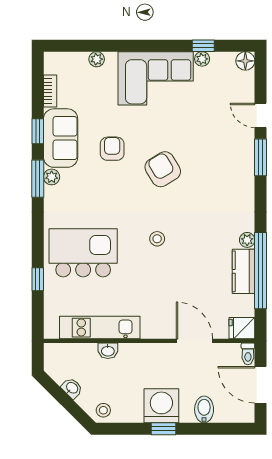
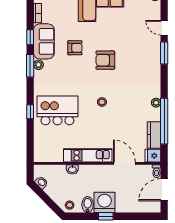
armchair: (112, 149) -> (75, 48), turned 90
armchair: (163, 169) -> (105, 60), turned -59
kitchen counter: (244, 271) -> (154, 135), moved
window: (38, 279) -> (30, 112), moved
kitchen unit: (100, 328) -> (88, 155), moved
door: (261, 385) -> (164, 190), hinge flipped
washbasin: (72, 388) -> (41, 183), moved
bidet: (204, 409) -> (88, 205), moved

